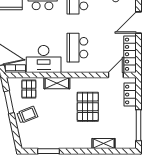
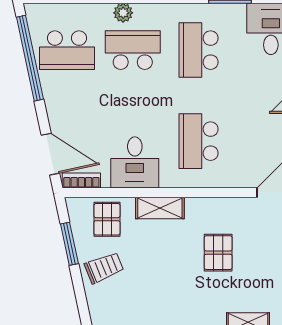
desk: (44, 59) -> (135, 162), width x0.73
pallet: (88, 107) -> (218, 253), width x0.67, depth x0.71

